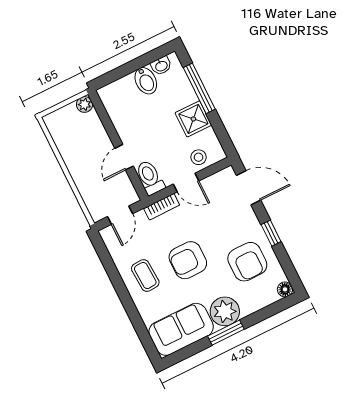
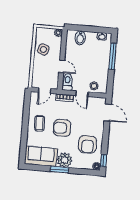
bidet: (146, 81) -> (80, 38), moved
shower: (193, 119) -> (102, 68), removed
side table: (76, 148) -> (43, 49), added
door: (124, 157) -> (62, 66), swing flipped
window: (271, 233) -> (104, 160), moved

